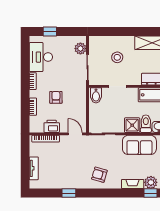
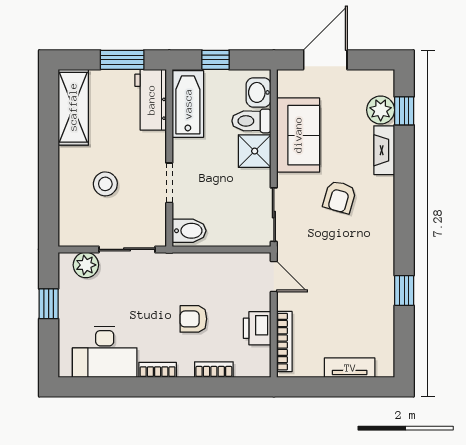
window: (50, 32) -> (49, 304), moved
door: (75, 134) -> (274, 277), swing flipped
armchair: (99, 175) -> (340, 197), moved

